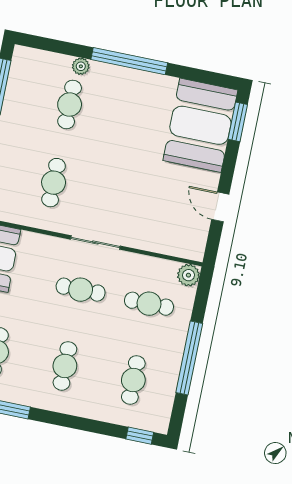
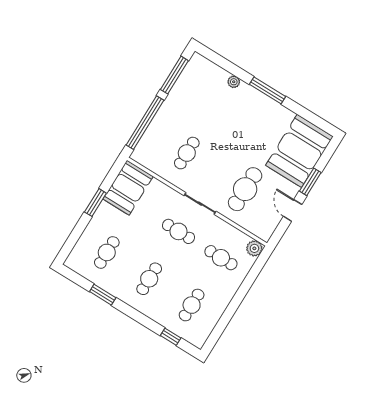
window: (129, 61) -> (267, 90), width x0.68
cafe table: (70, 104) -> (245, 189), moved, width x1.37, depth x1.35
window: (238, 122) -> (310, 182), moved
window: (189, 358) -> (234, 304), removed
window: (140, 436) -> (171, 337), moved

